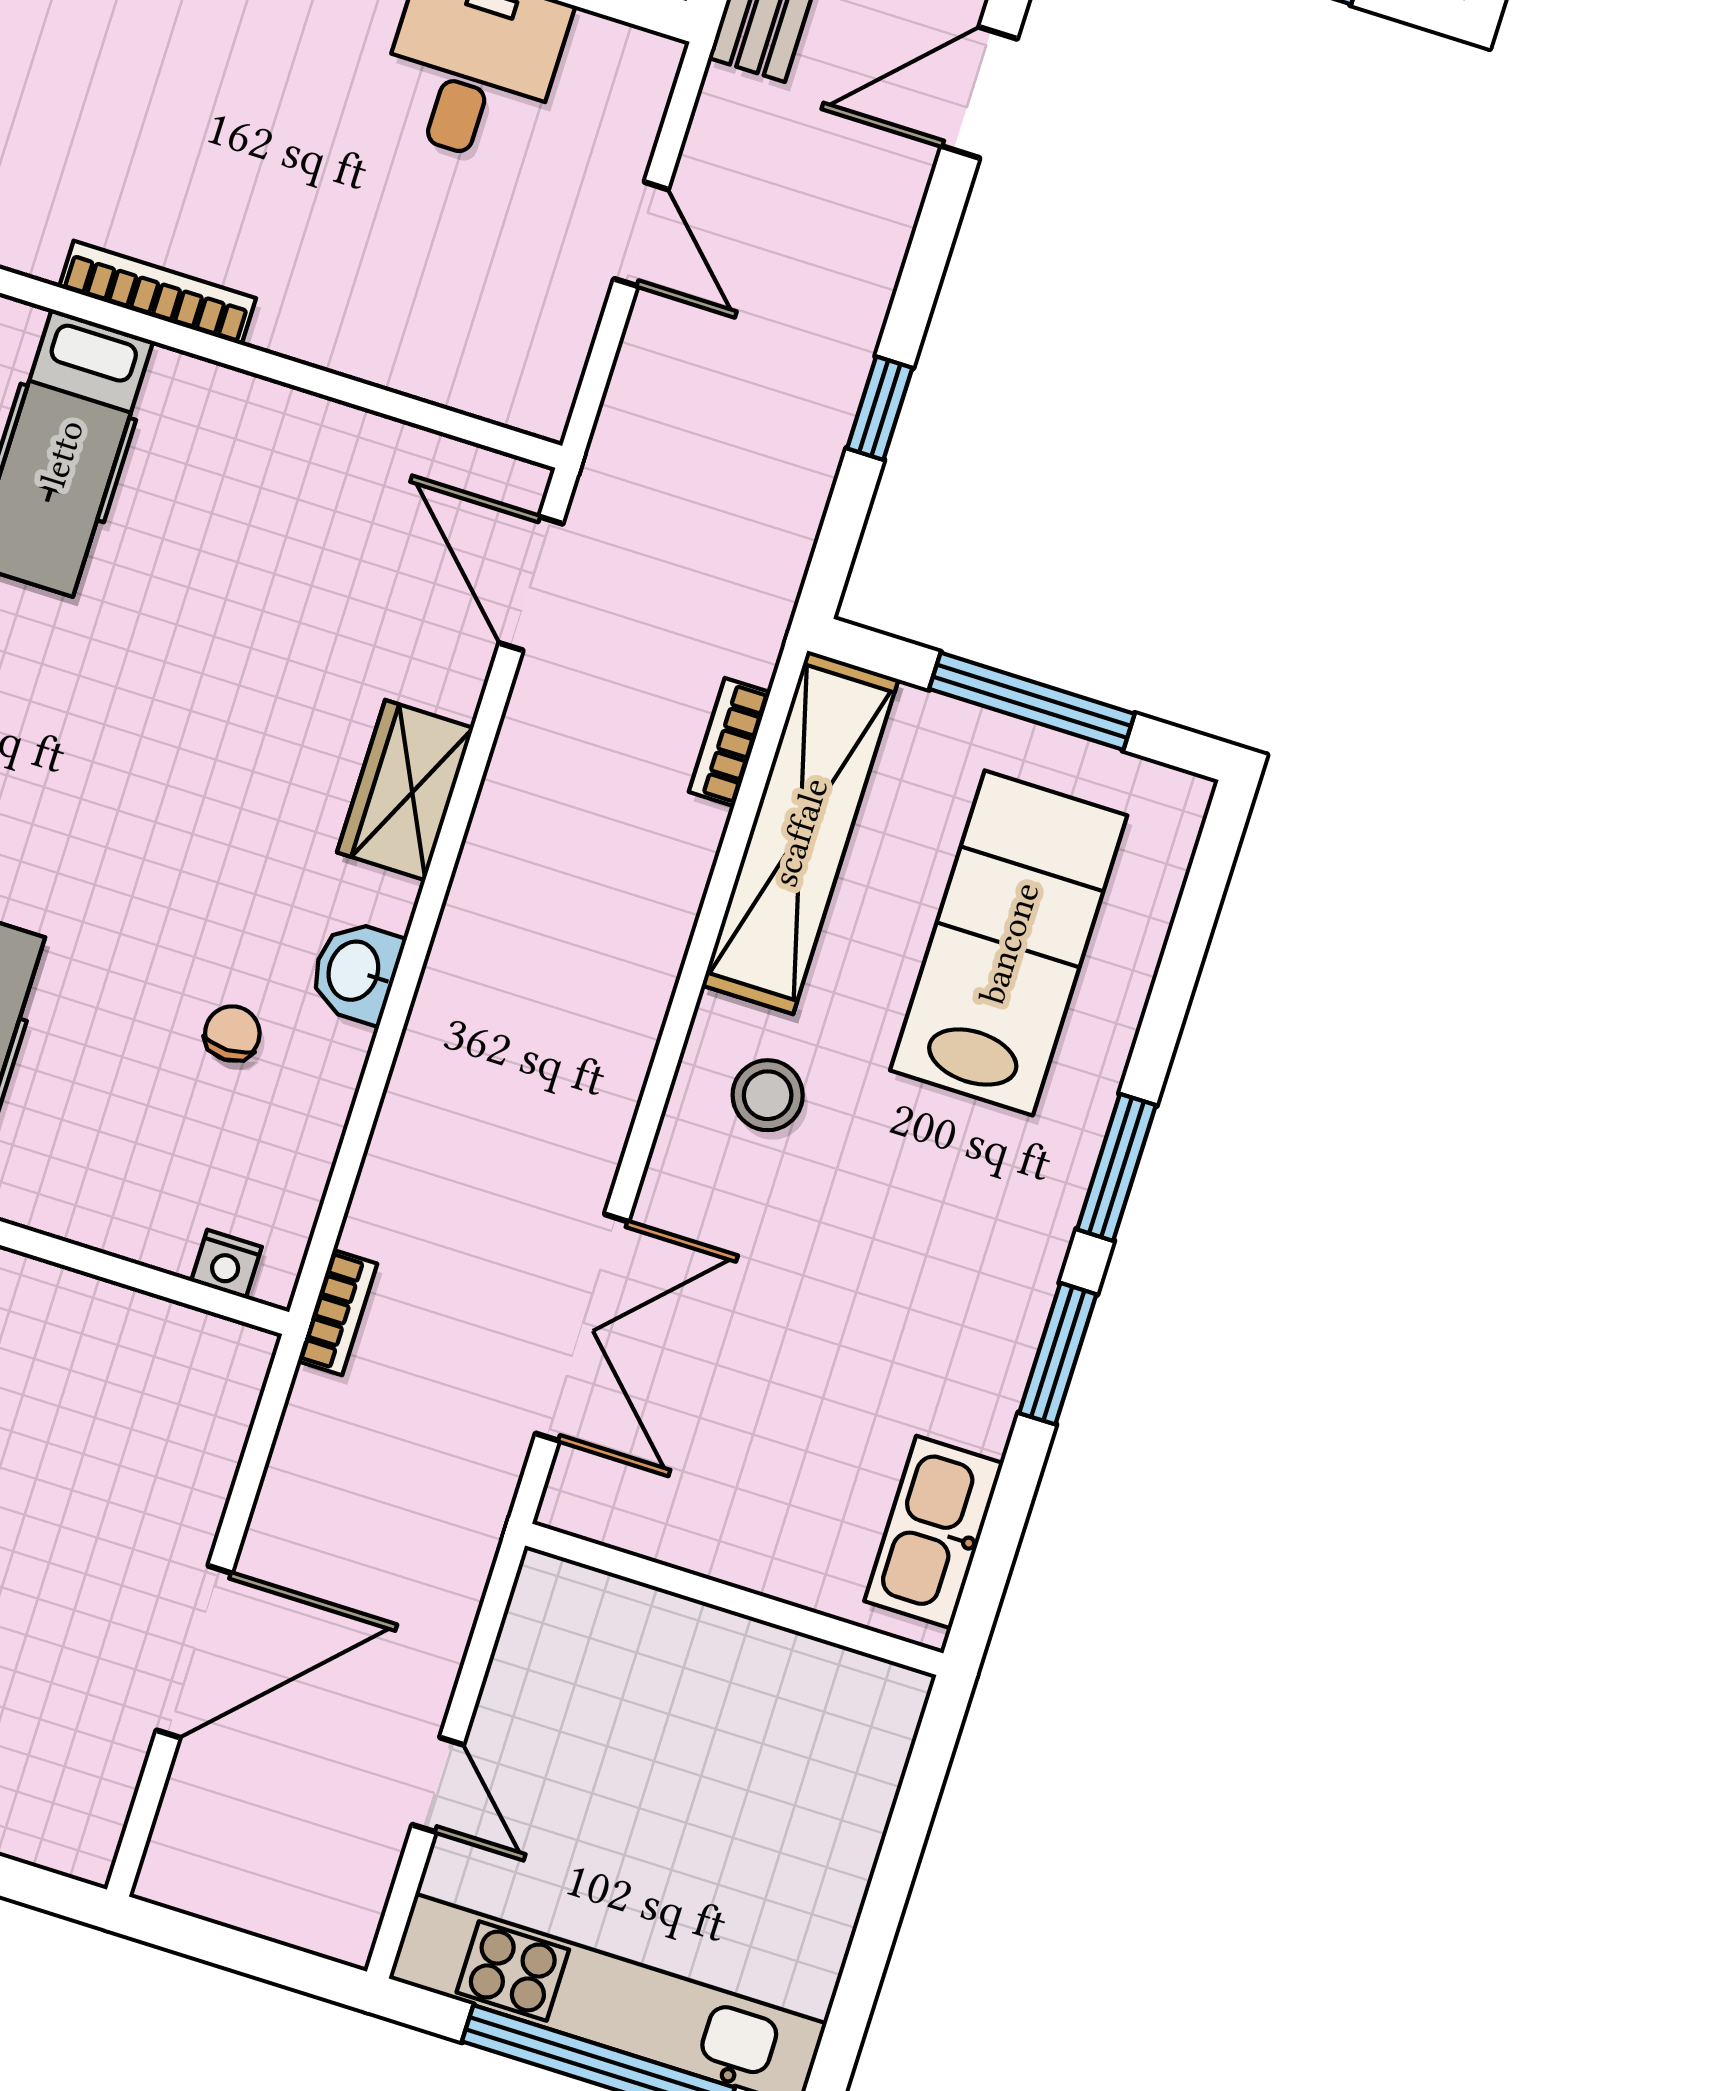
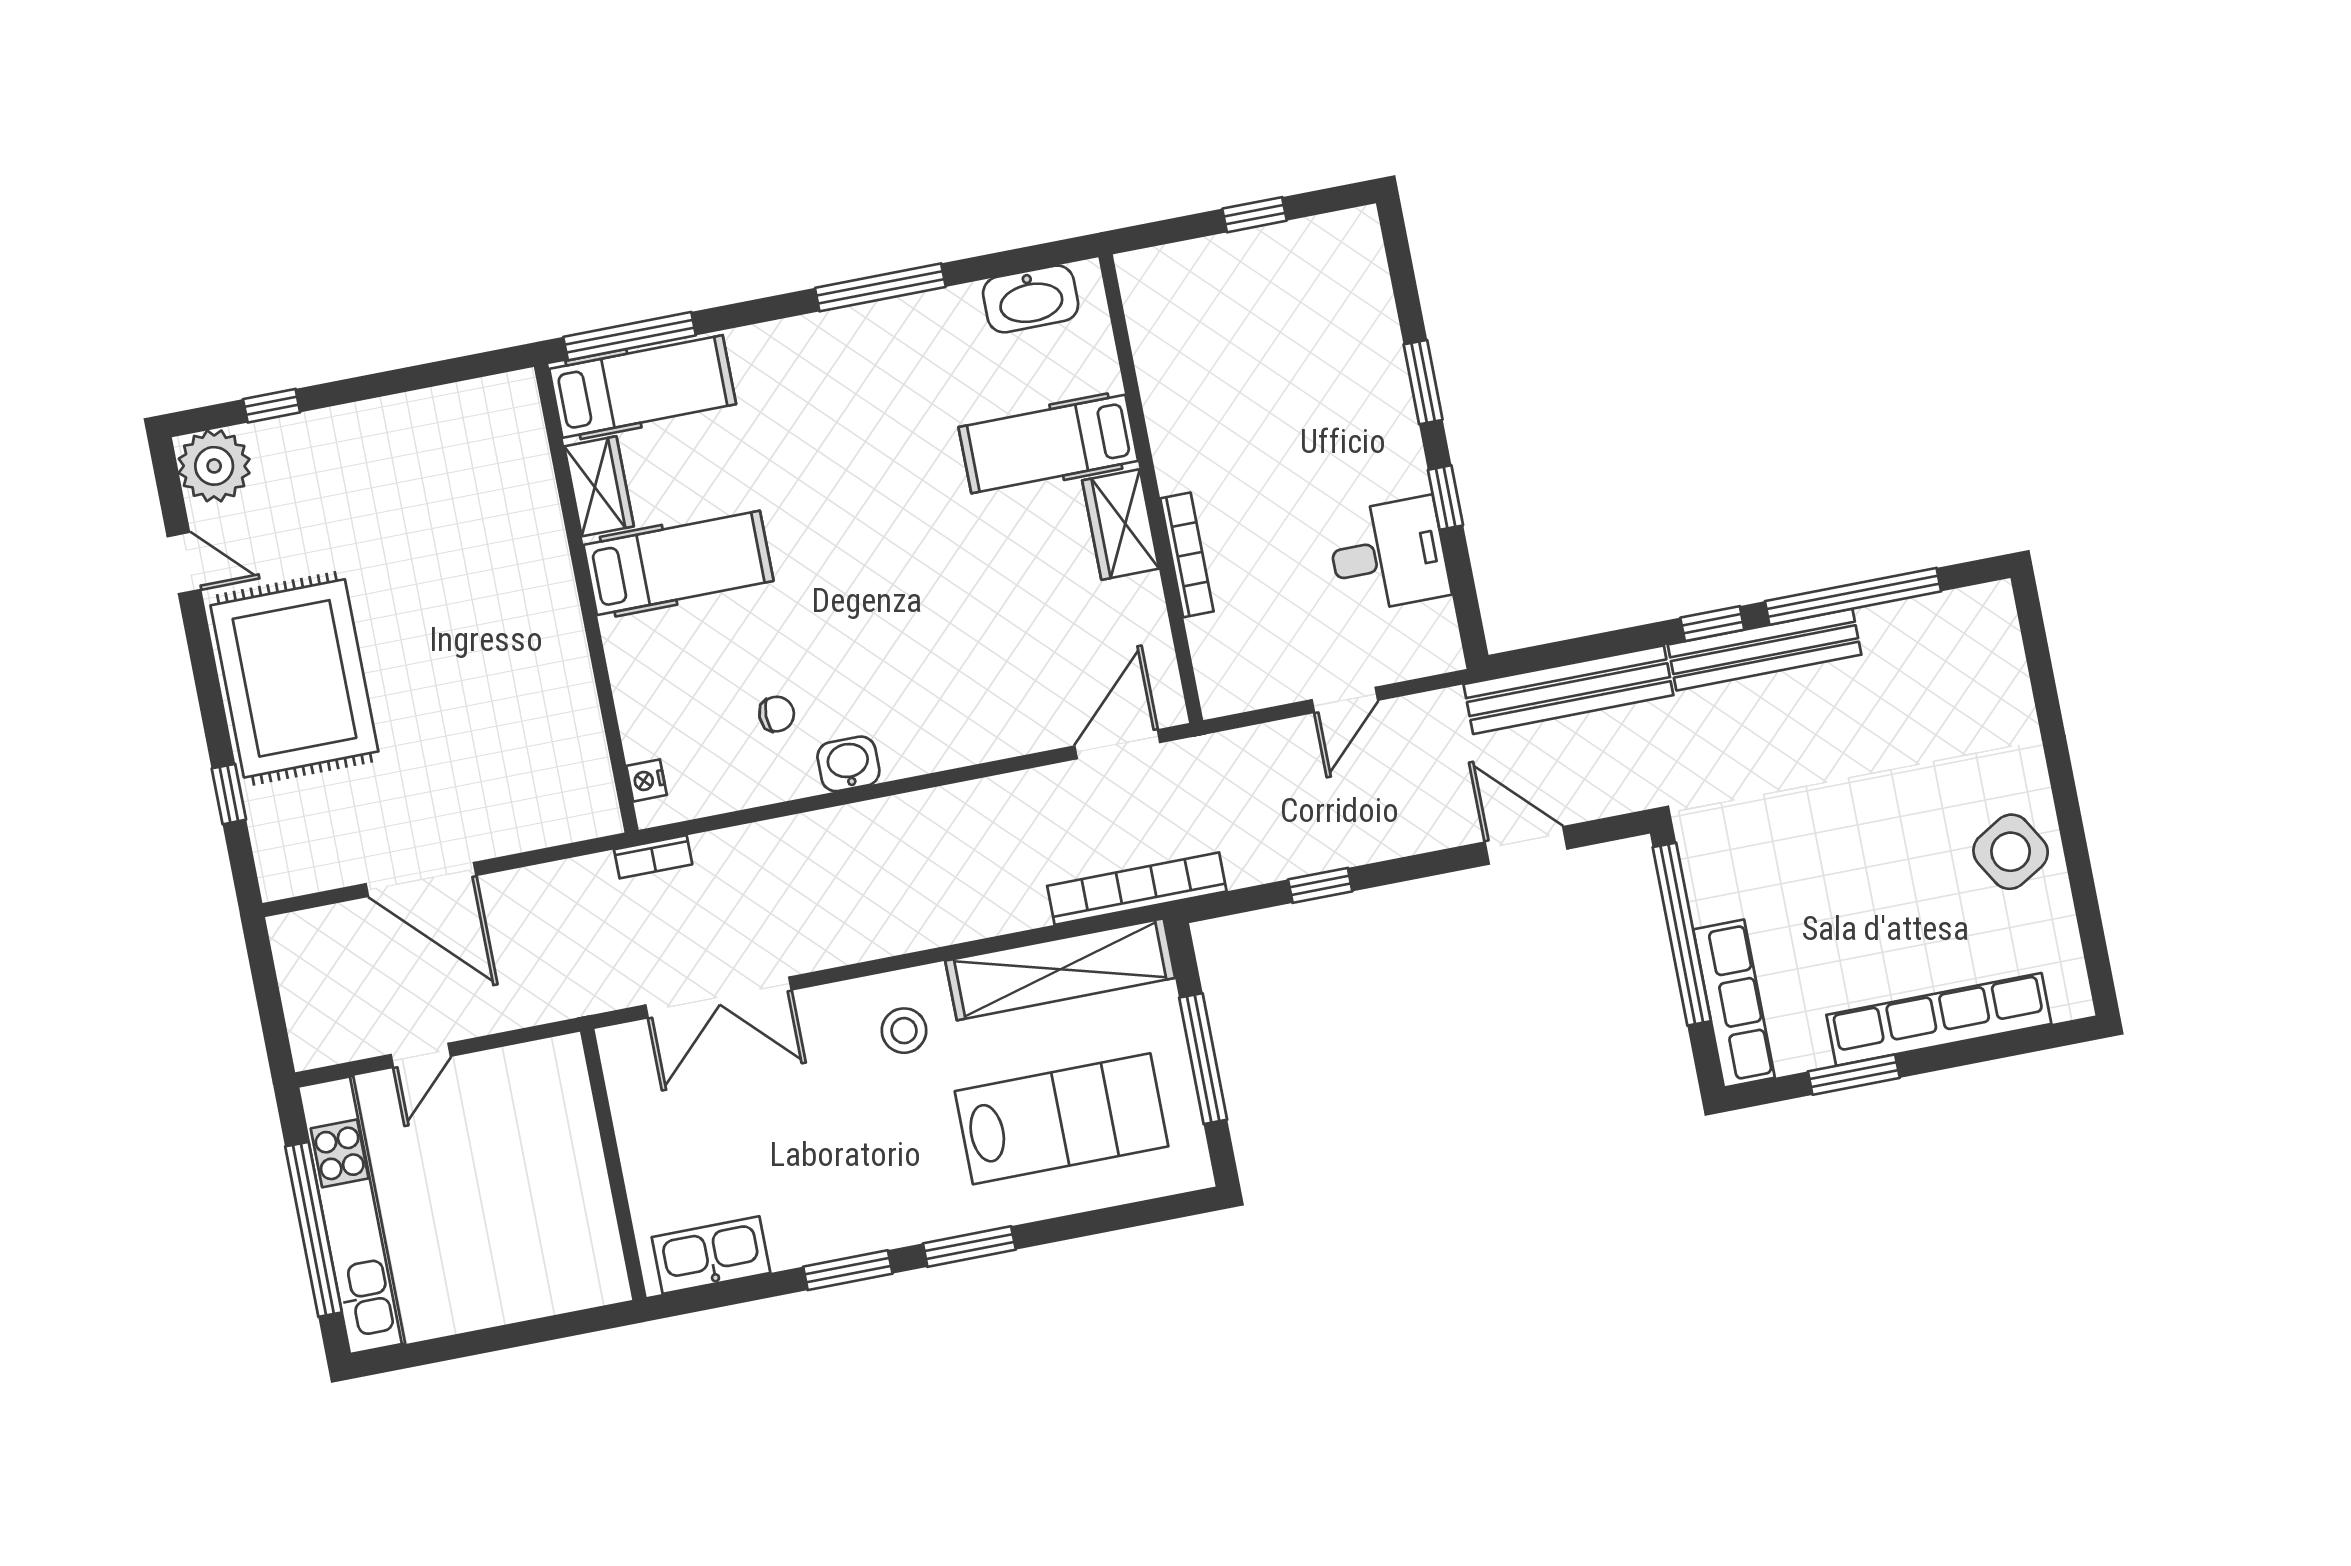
bookcase: (157, 293) -> (1187, 555), moved
bookcase: (730, 742) -> (1137, 889), width x2.31, depth x1.31
wardrobe: (405, 790) -> (1121, 525), moved, turned -90

